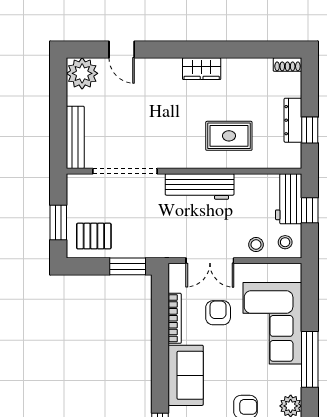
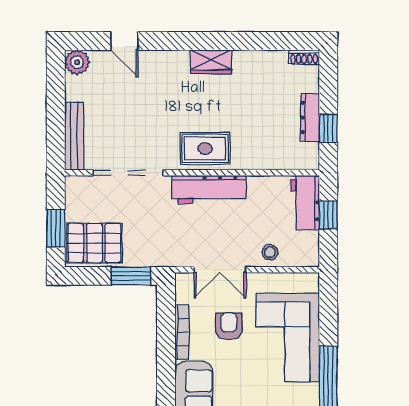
plant: (82, 73) -> (77, 62), width x0.73, depth x0.73
rug: (229, 136) -> (205, 148), moved
pallet: (94, 236) -> (94, 243), width x1.50, depth x1.42
stool: (285, 242) -> (302, 250), removed

